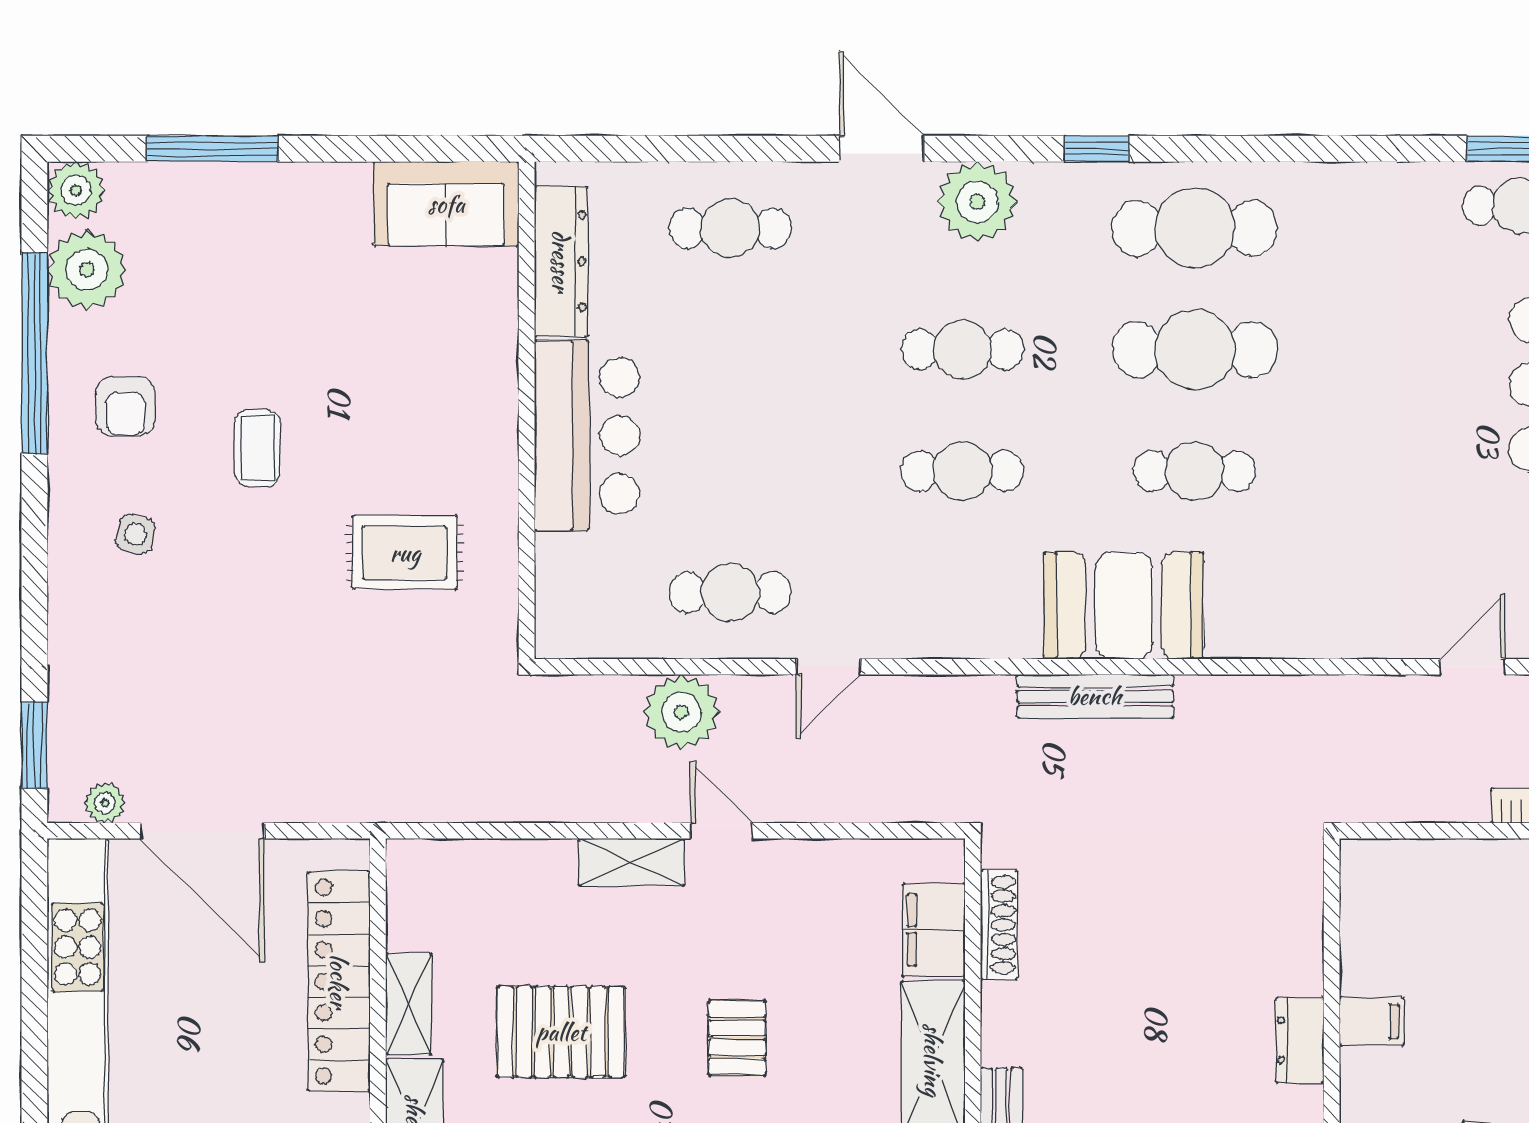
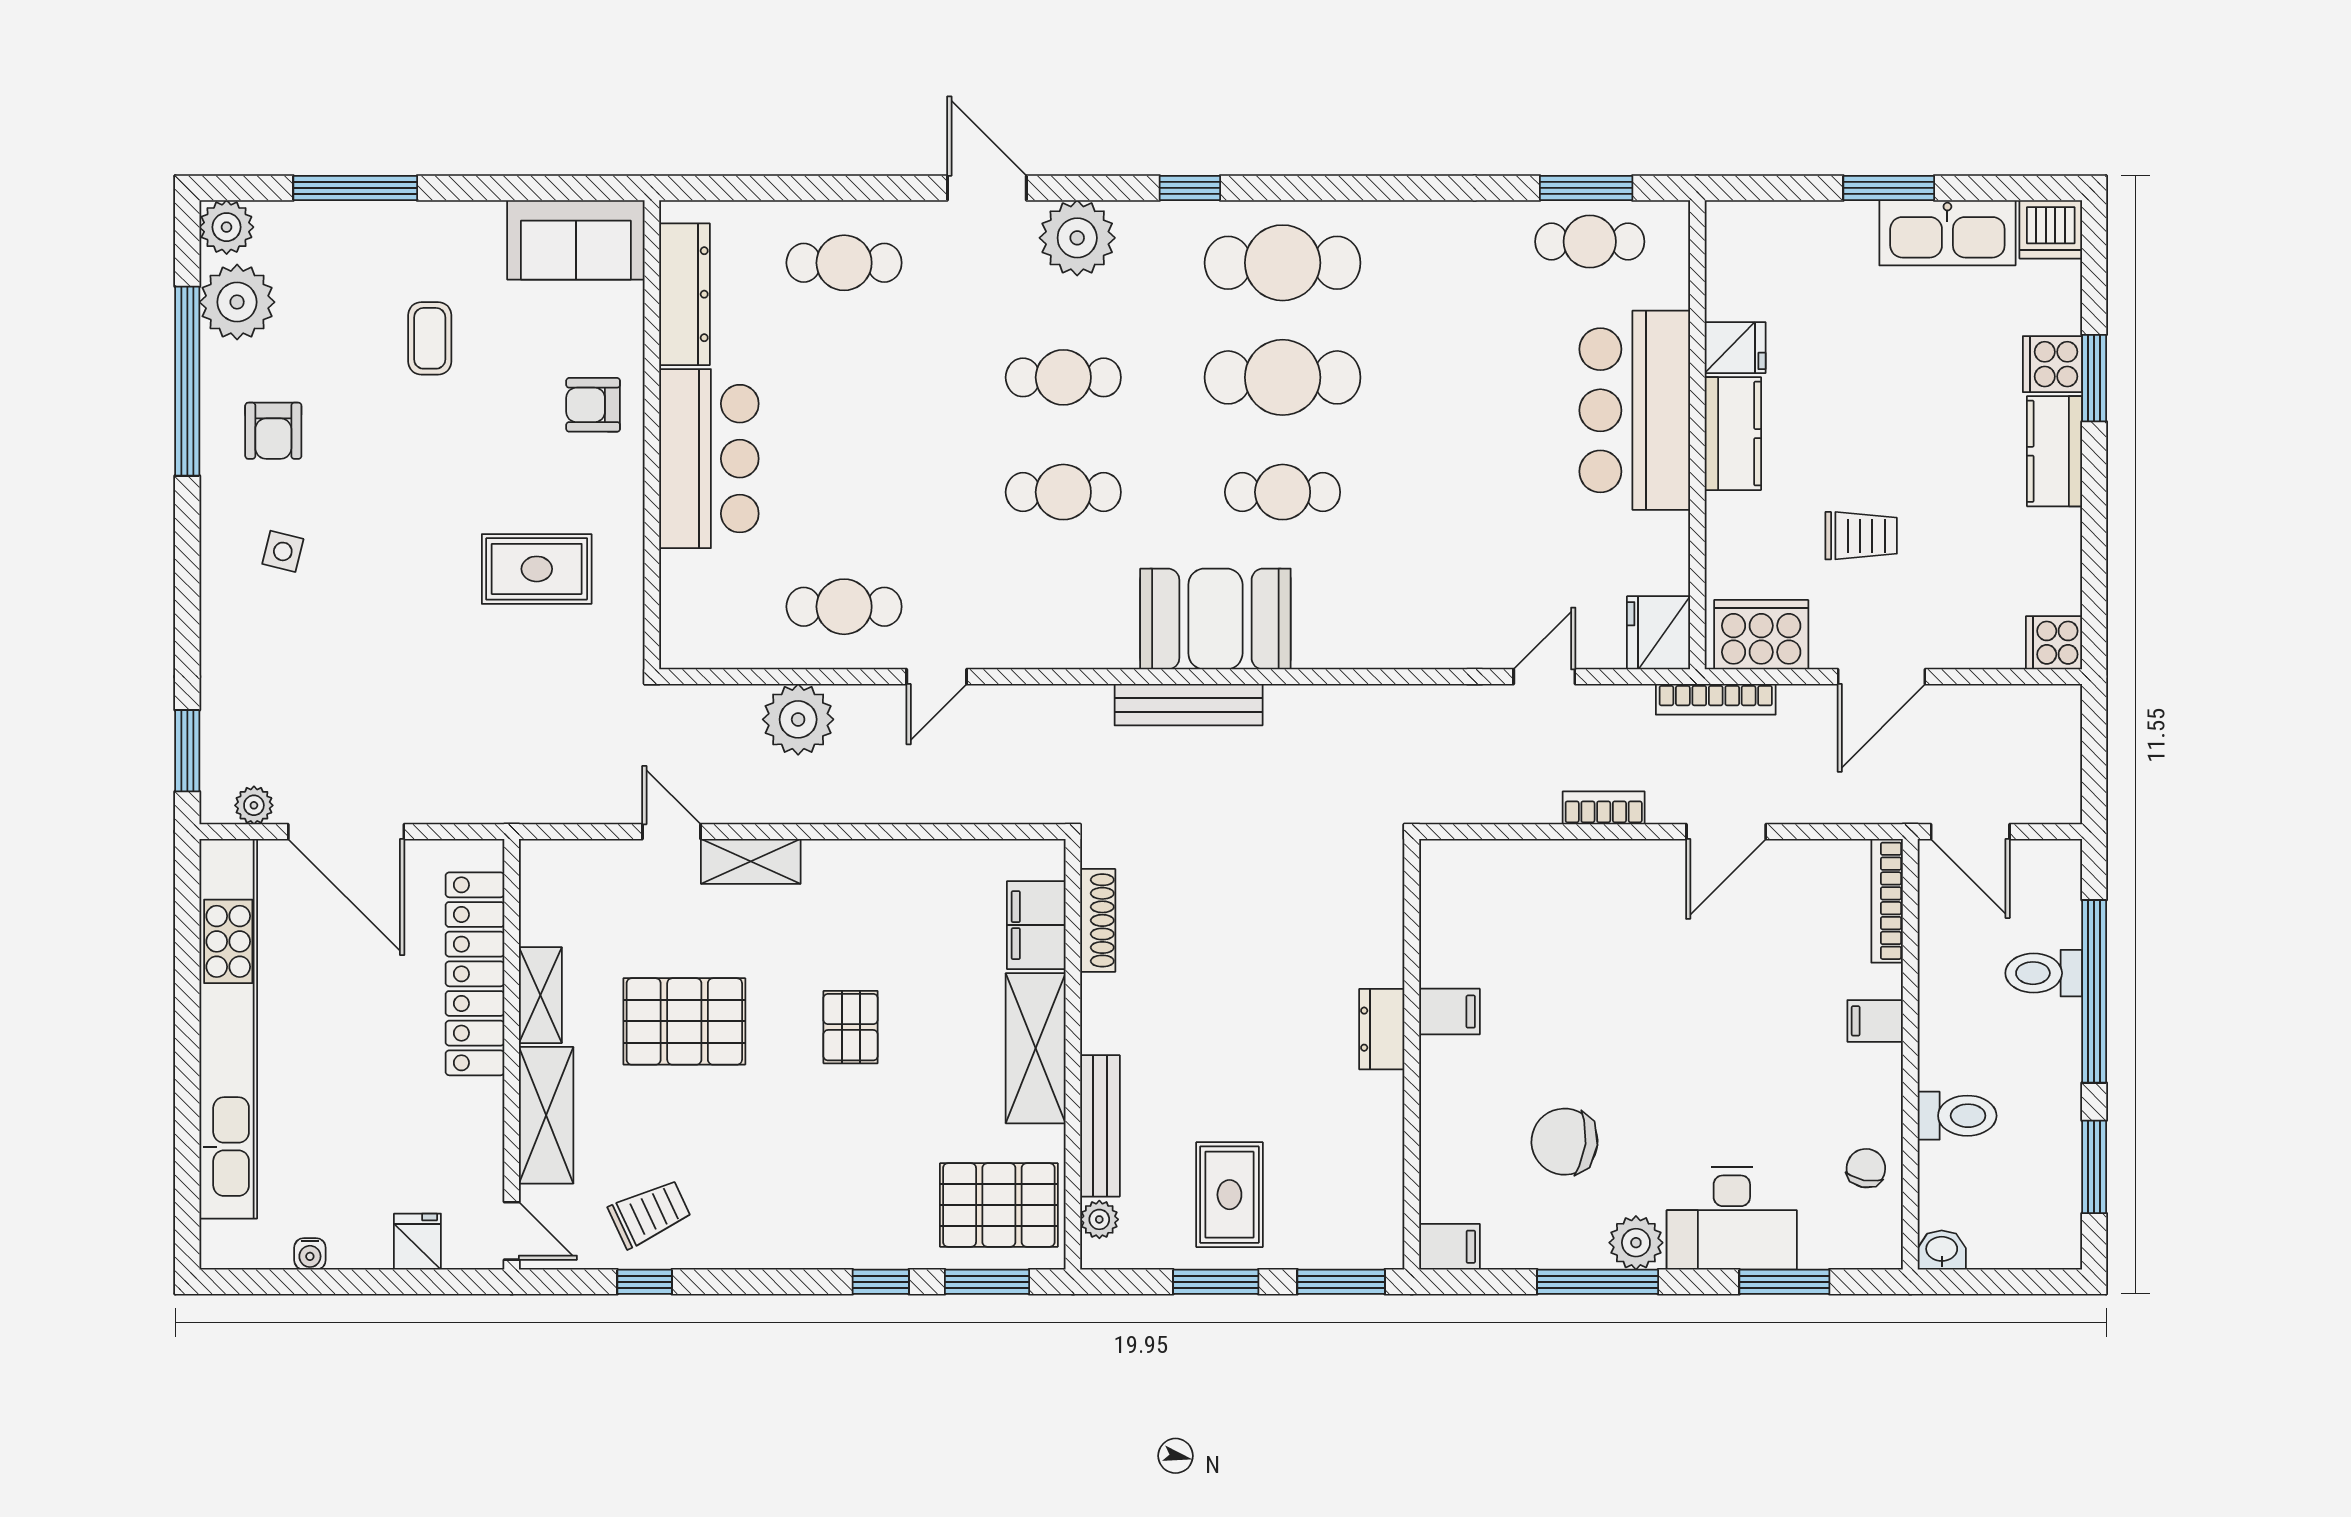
armchair: (464, 379) -> (593, 405), added
coffee table: (258, 448) -> (430, 338), moved
door: (721, 831) -> (672, 832), moved

